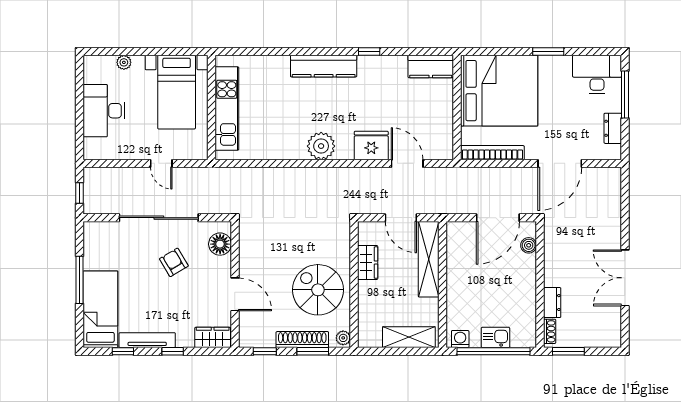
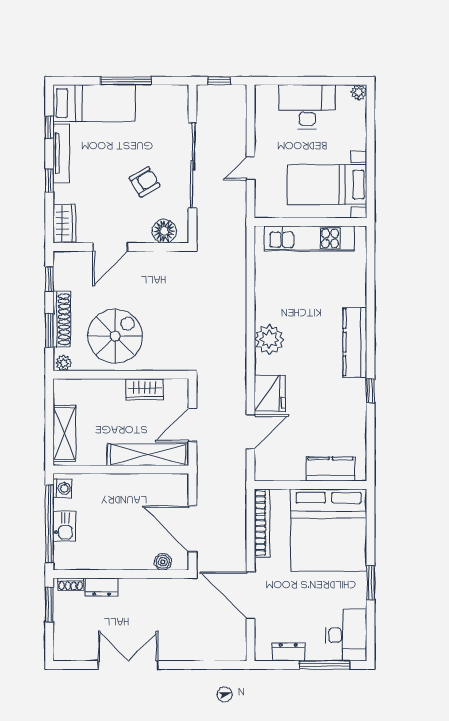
plant: (124, 62) -> (359, 92), moved
kitchen counter: (431, 66) -> (331, 469), moved, turned 90

